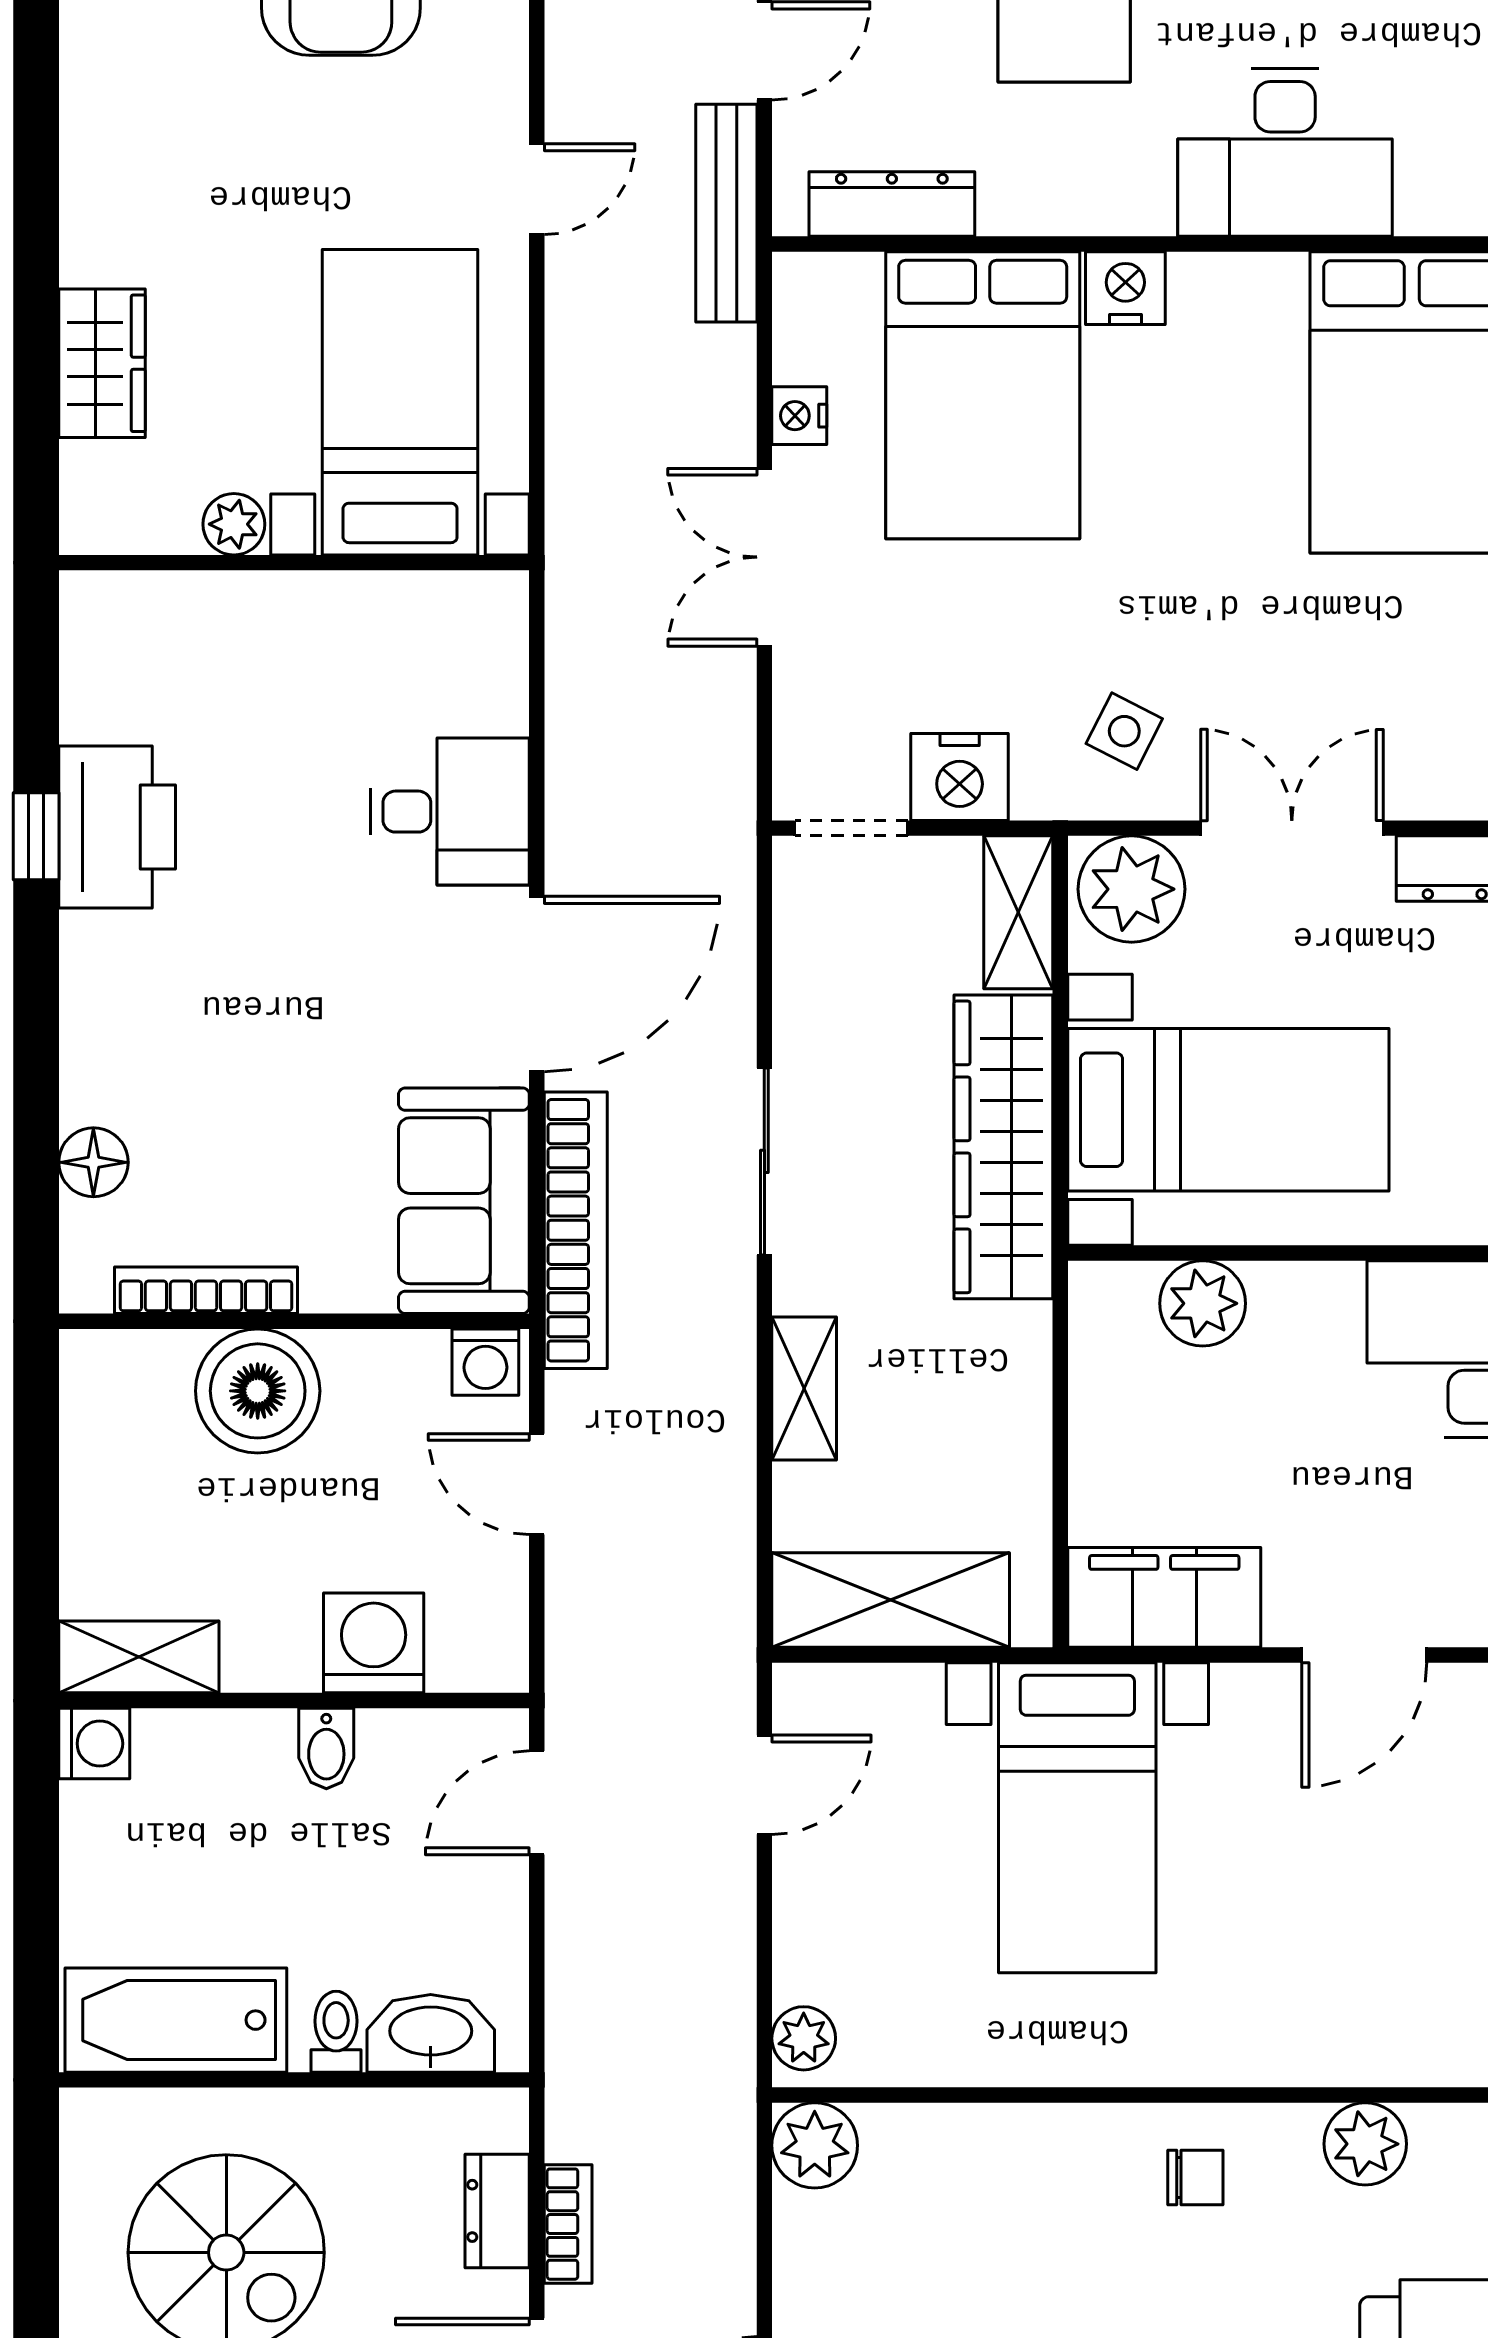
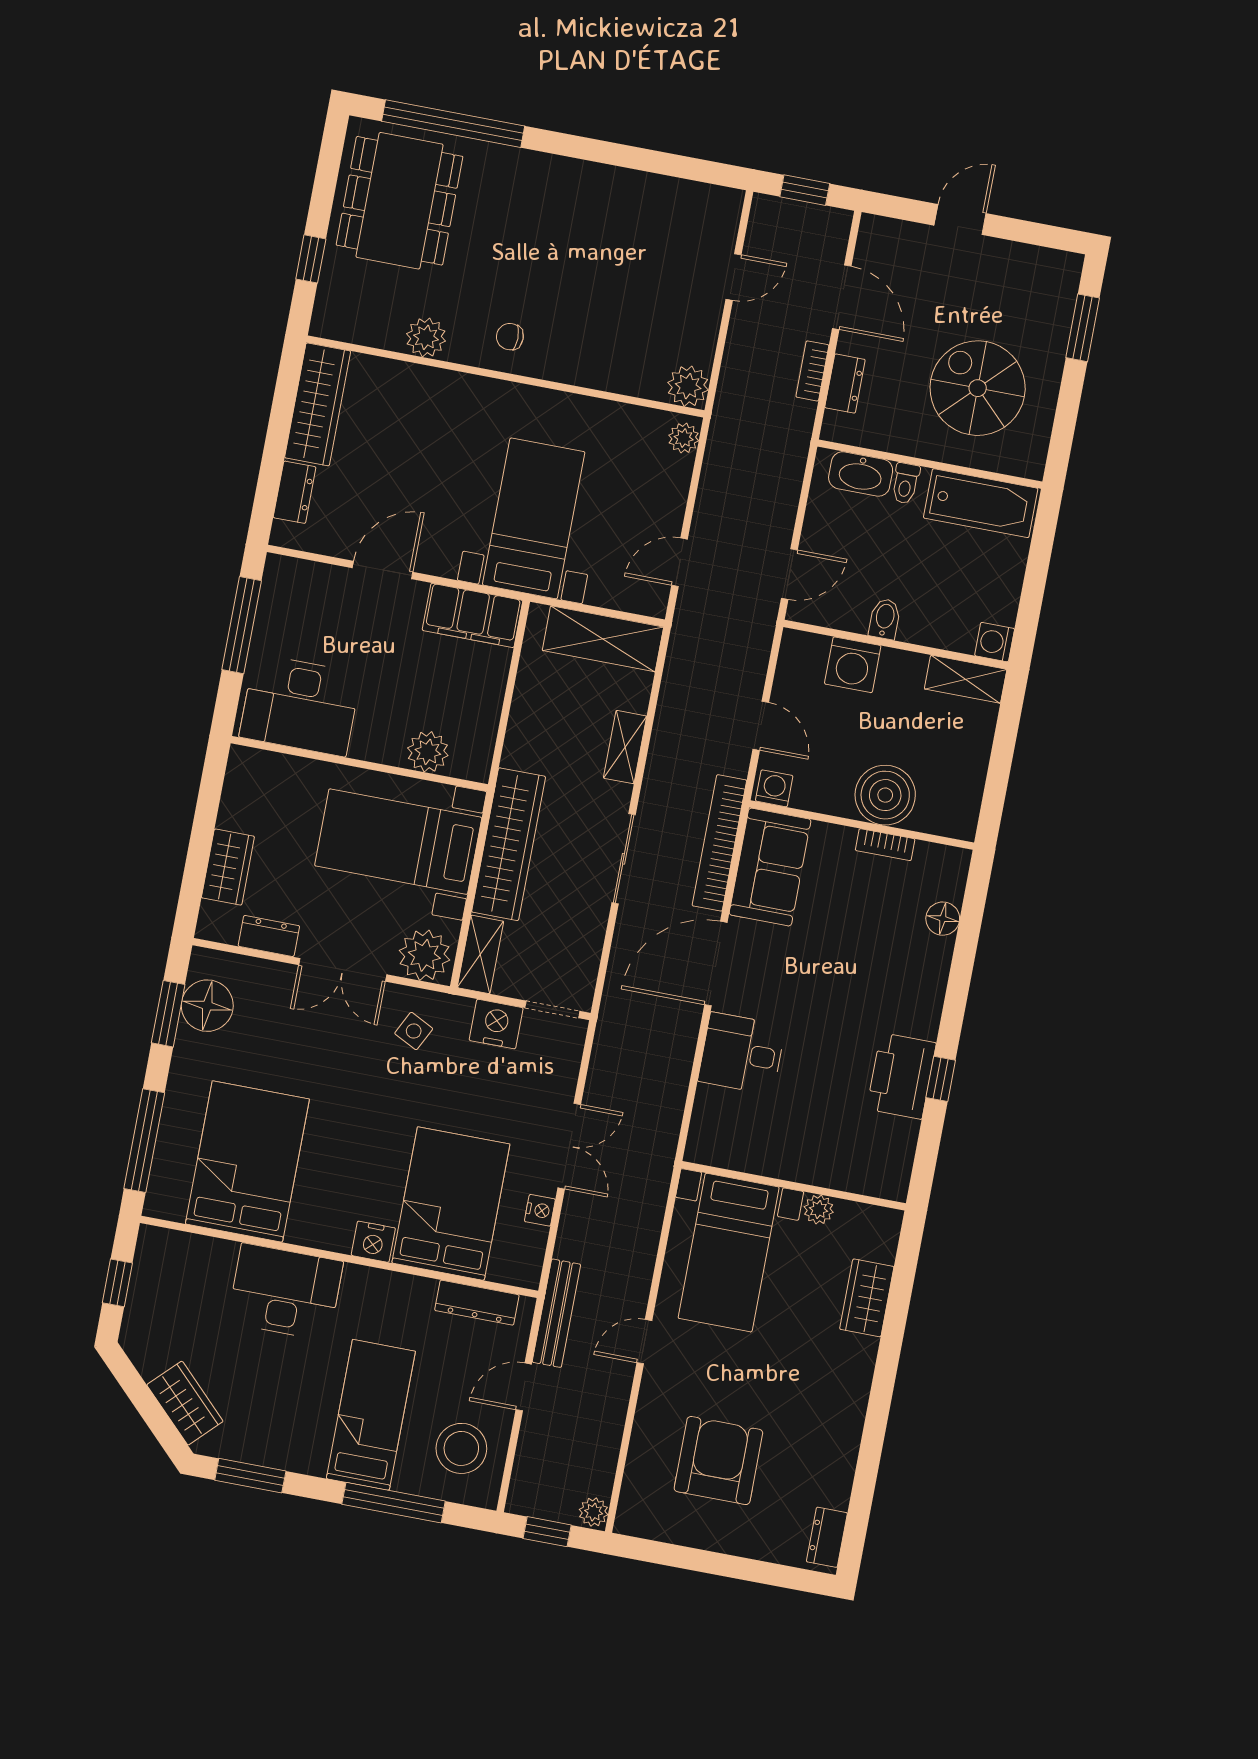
bookcase: (206, 1290) -> (885, 845), width x0.64

